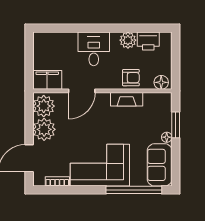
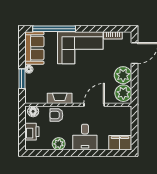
printer: (148, 41) -> (32, 132), moved, turned 90
filing cabinet: (47, 80) -> (120, 143), moved, turned 180

